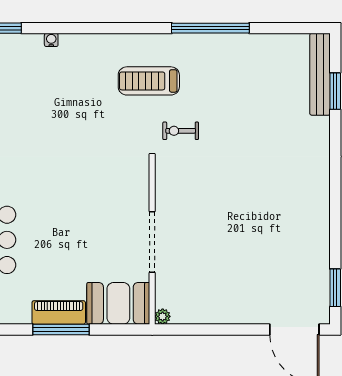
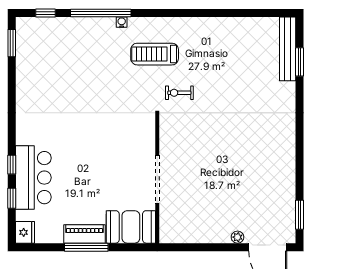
window: (210, 28) -> (101, 13), moved
water cooler: (51, 40) -> (122, 22), moved
plant: (163, 316) -> (237, 237), moved

